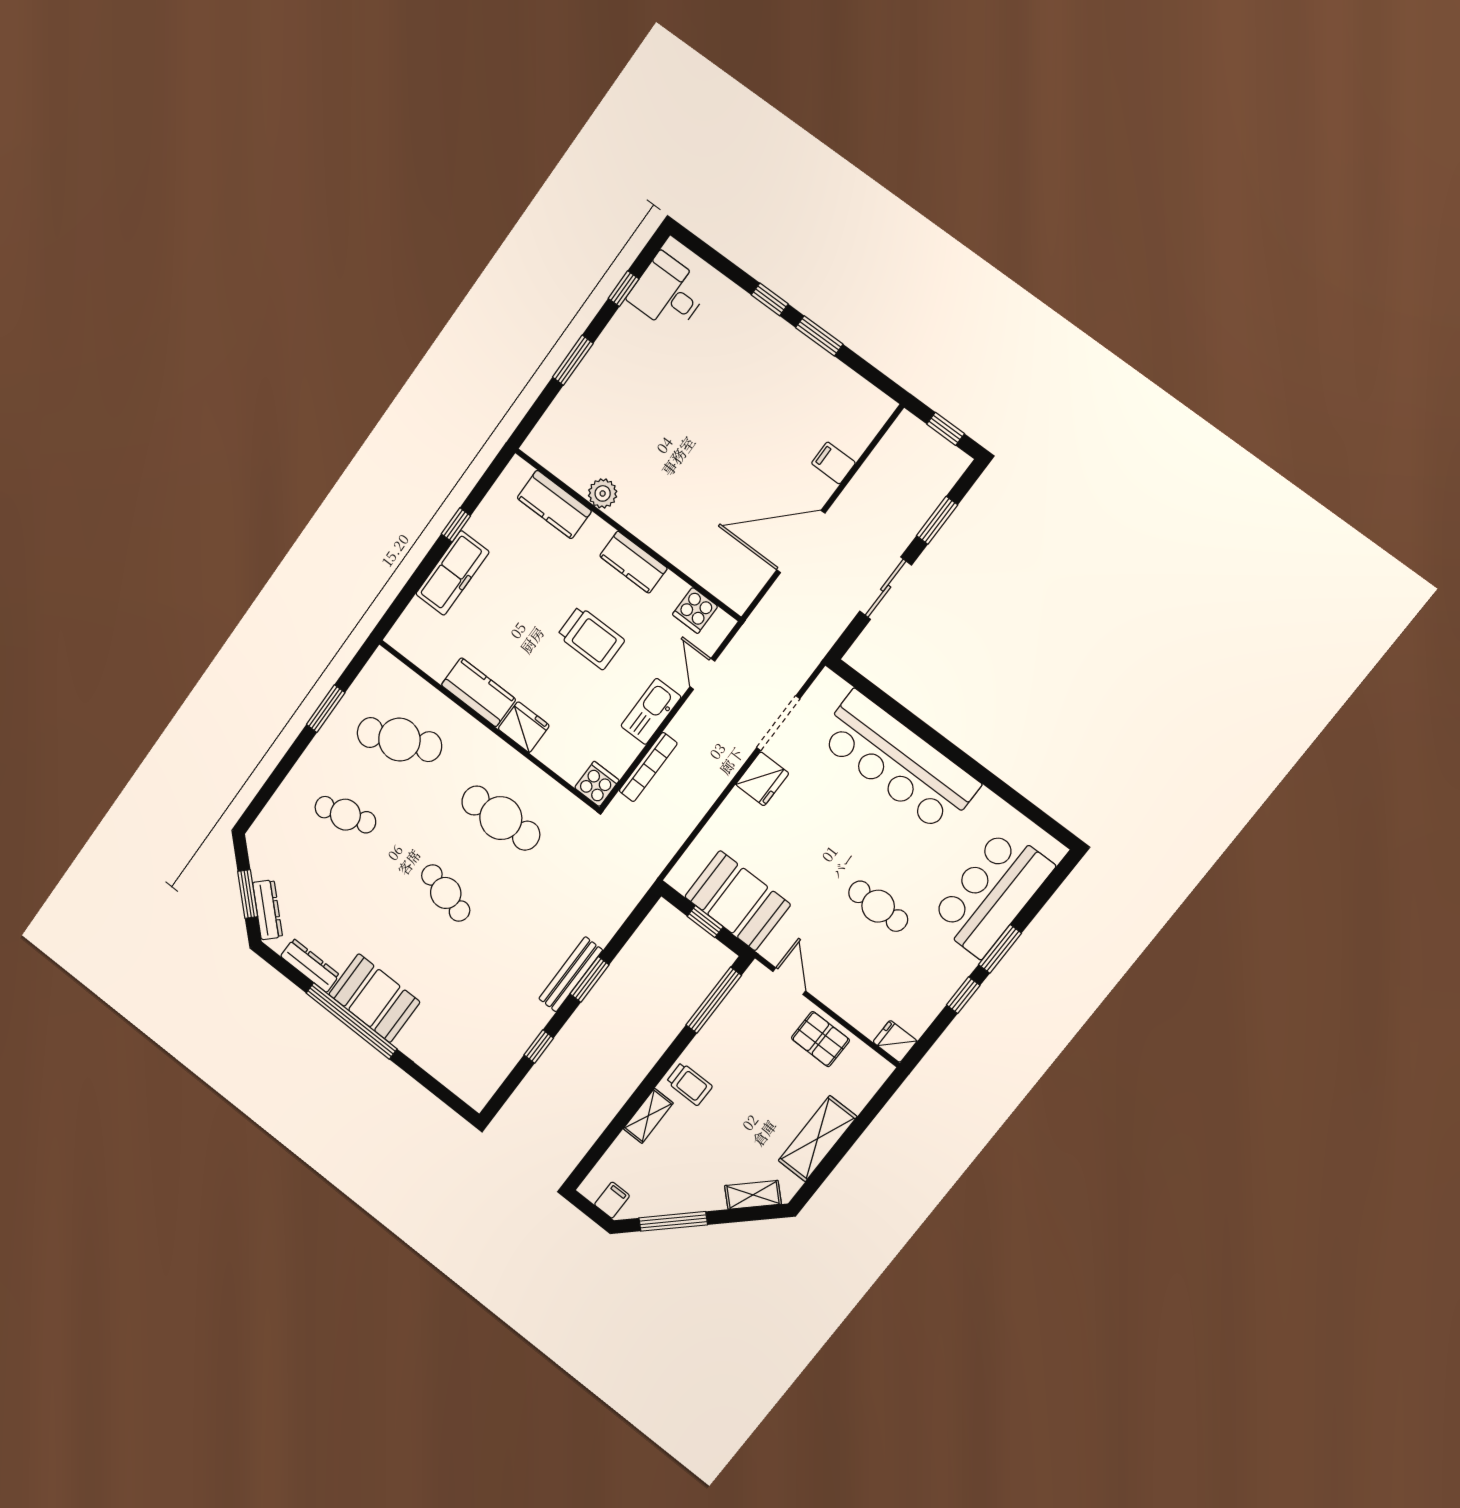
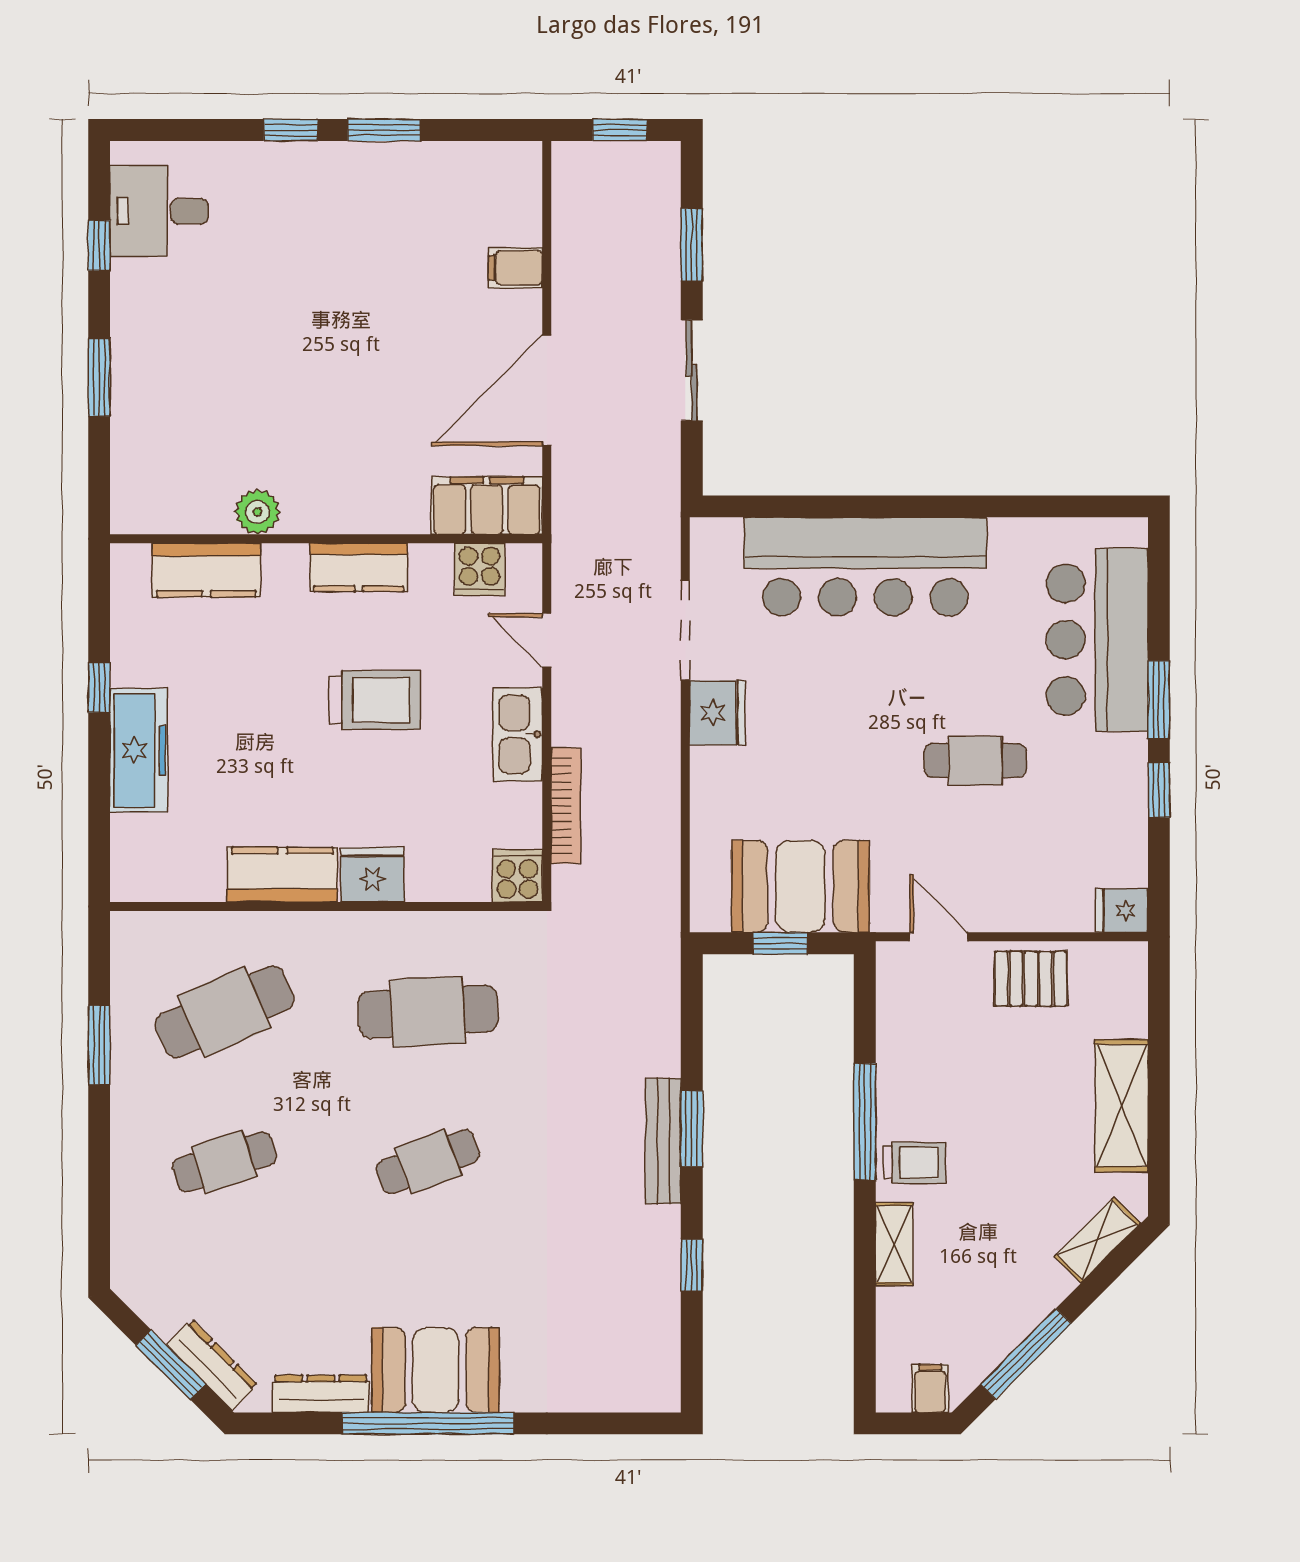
filing cabinet: (724, 579) -> (487, 506), added
cafe table: (446, 893) -> (428, 1162), turned -36
window: (714, 1000) -> (865, 1122), moved

